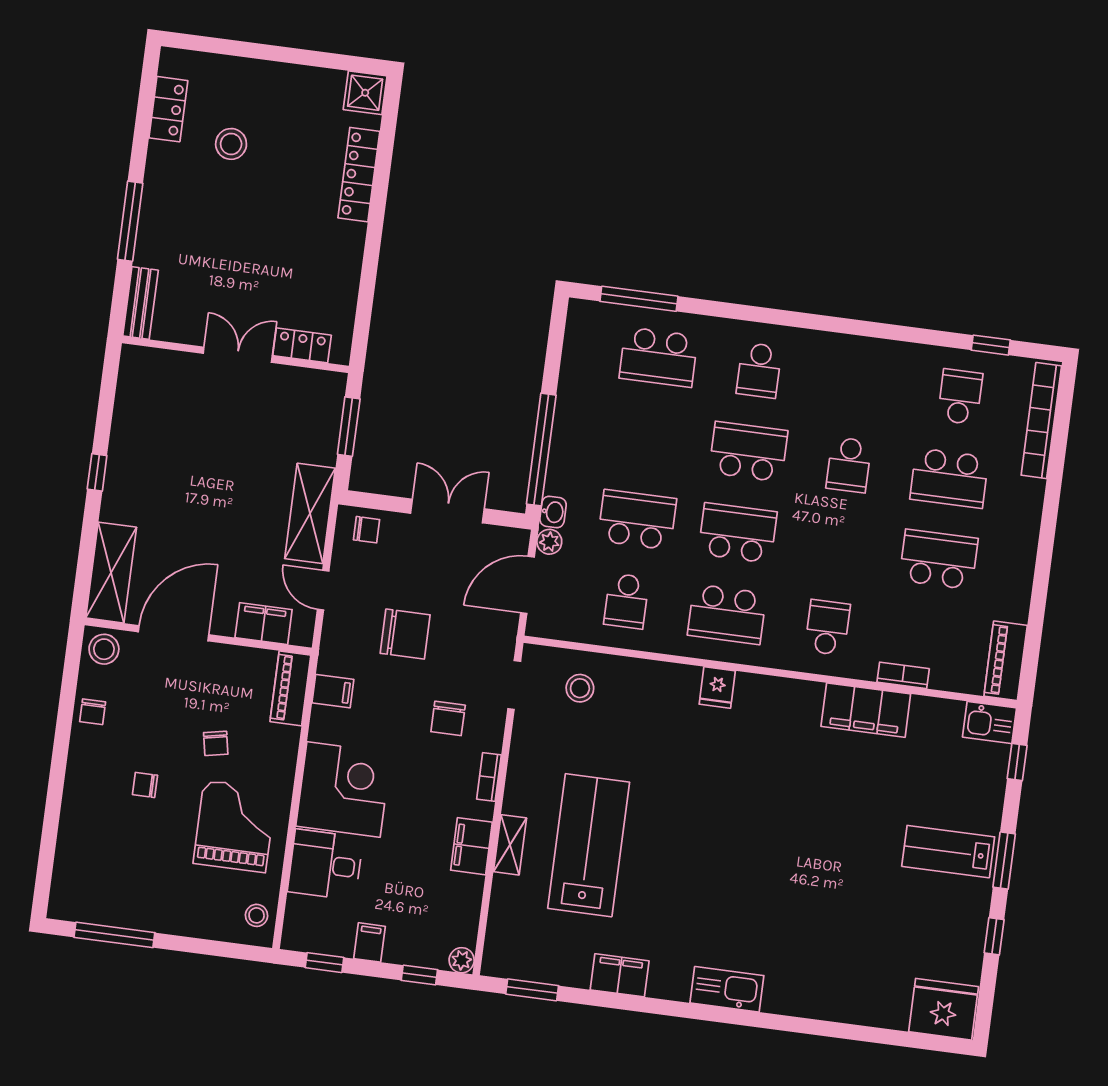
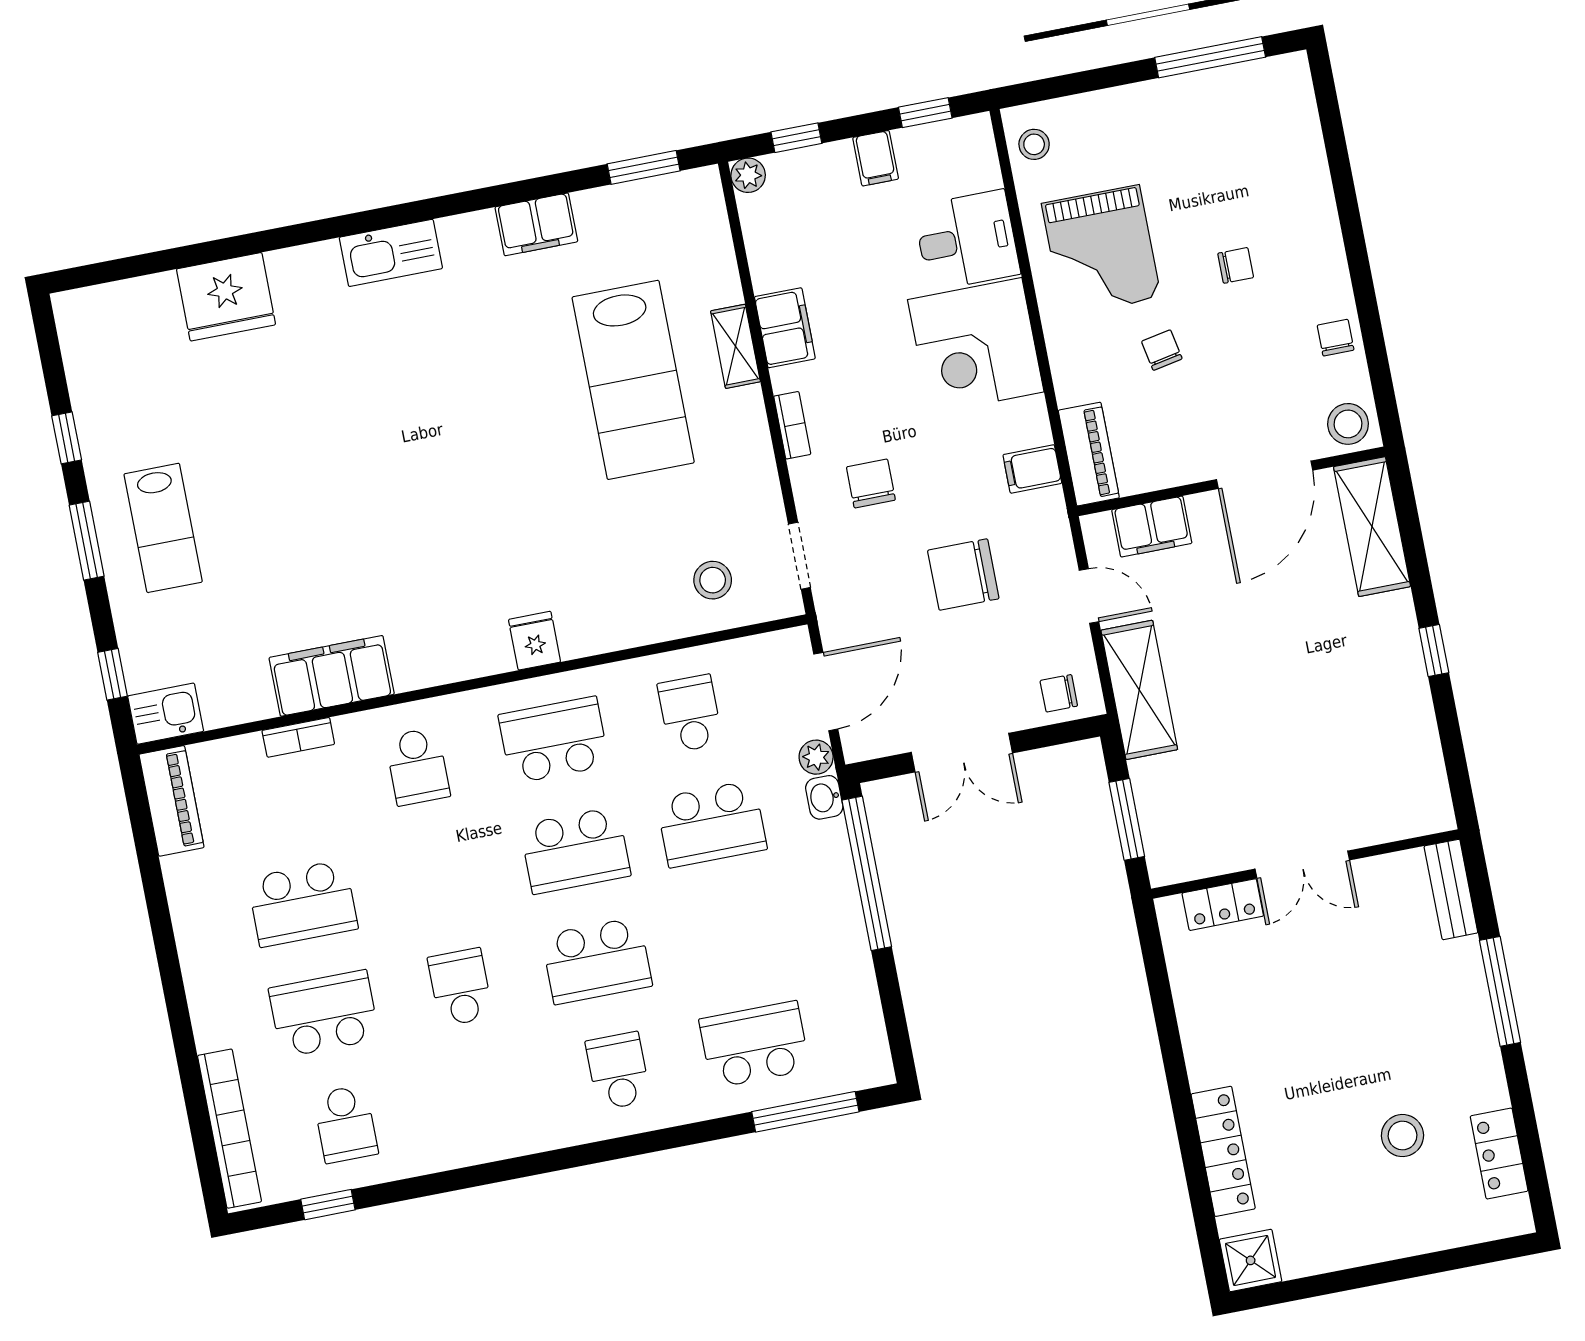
lab bench: (948, 852) -> (163, 528), turned 90
fridge: (944, 1009) -> (226, 297), moved

